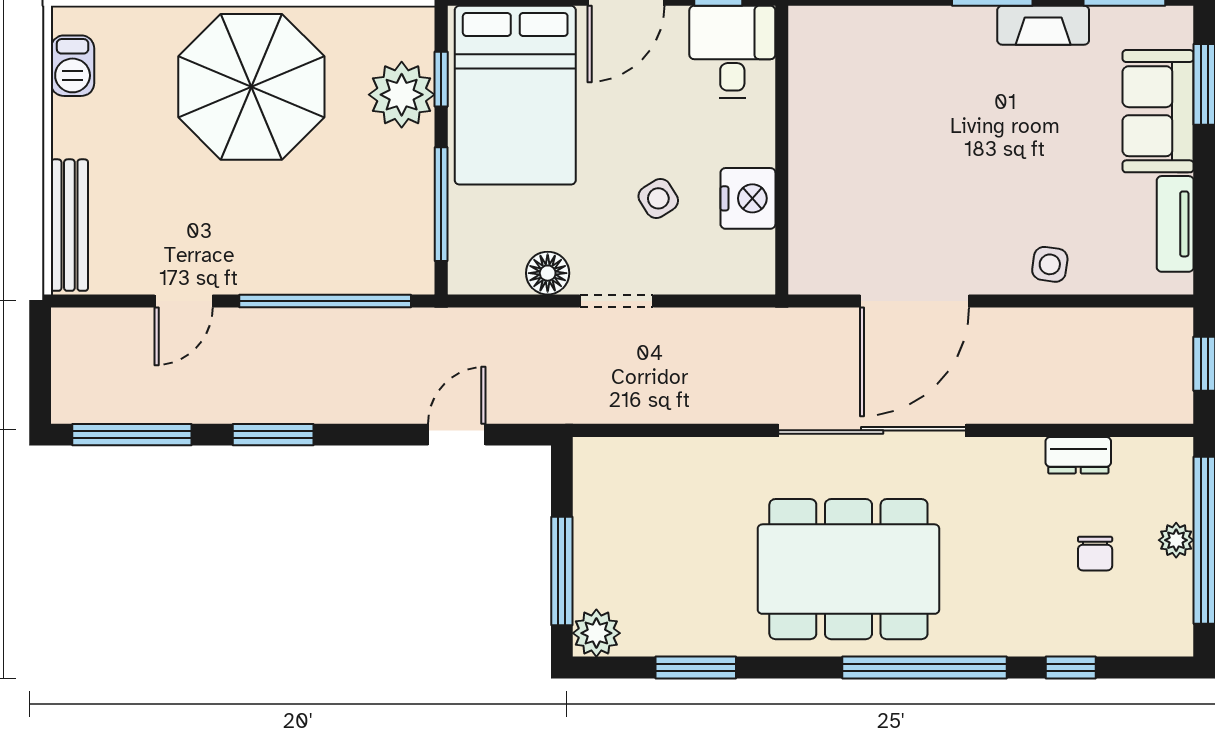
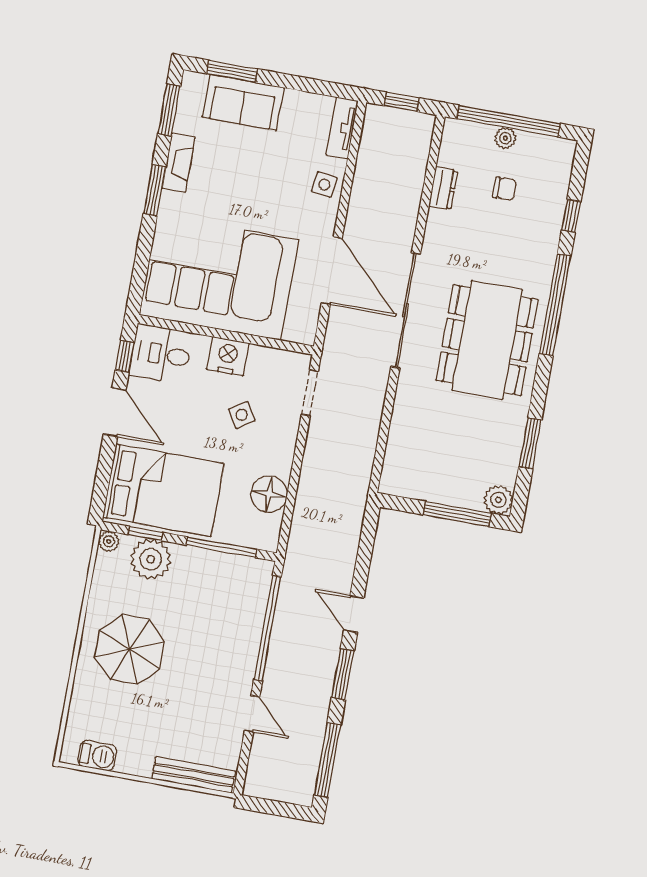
plant: (418, 22) -> (109, 541), added
parasol: (251, 87) -> (130, 649), width x0.73, depth x0.73
corner sofa: (871, 122) -> (219, 277), added
nightstand: (748, 198) -> (228, 356), moved
tv unit: (1175, 224) -> (342, 128), moved, turned 90
floor lamp: (548, 273) -> (269, 494), width x1.38, depth x1.38
doorway: (616, 301) -> (310, 393), moved
door: (457, 435) -> (354, 614), moved

